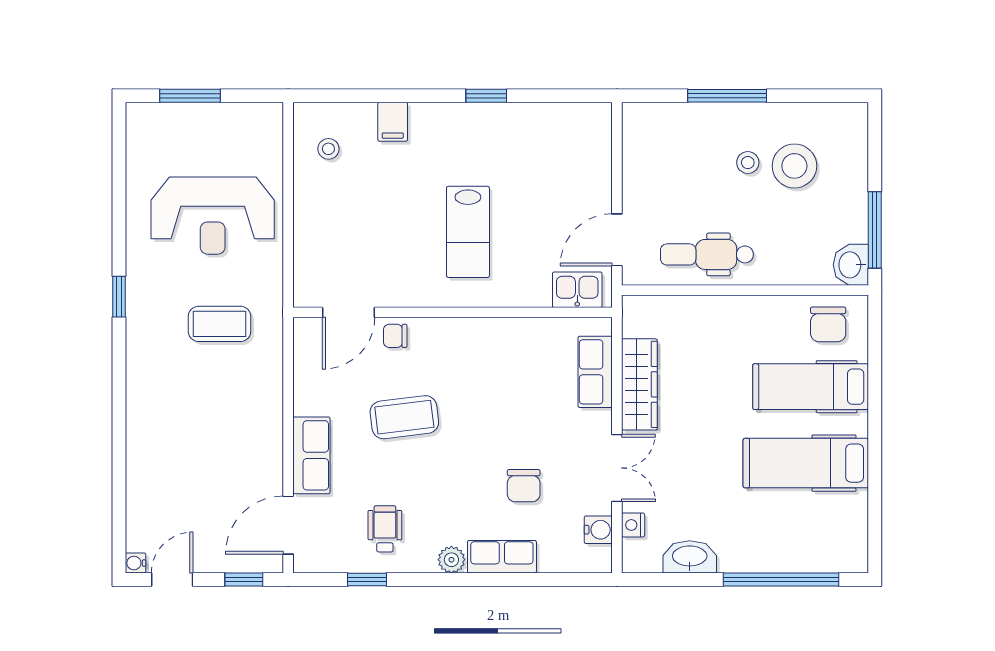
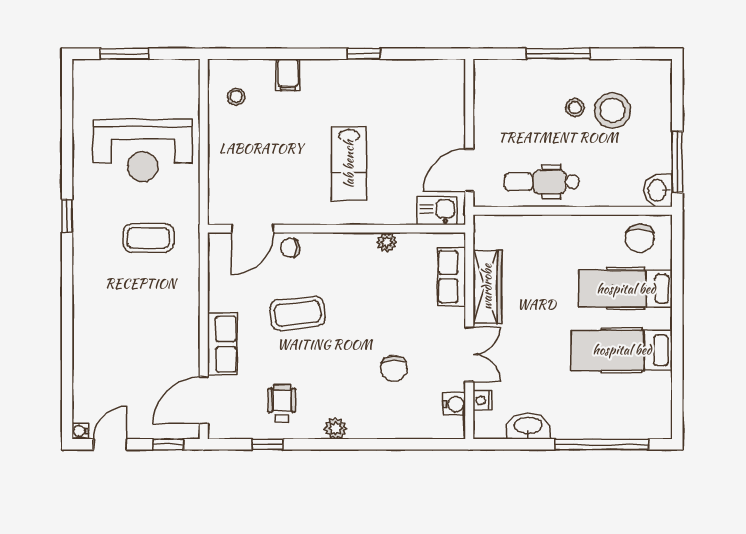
plant: (515, 329) -> (387, 242), added
row of seats: (502, 557) -> (376, 426), removed

